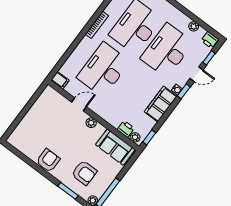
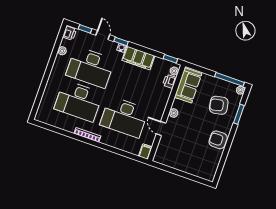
armchair: (84, 173) -> (219, 105), turned -101

